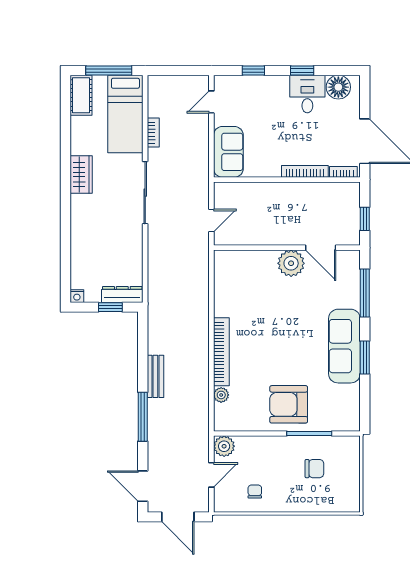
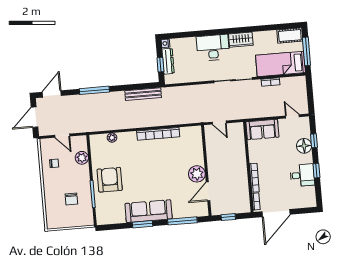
floor lamp: (338, 87) -> (304, 146), moved
desk: (90, 220) -> (213, 48), added
dresser: (122, 294) -> (168, 61), moved
bookcase: (221, 352) -> (158, 134), moved
bench: (155, 376) -> (143, 94), moved, width x1.36
plant: (224, 446) -> (82, 158), moved

